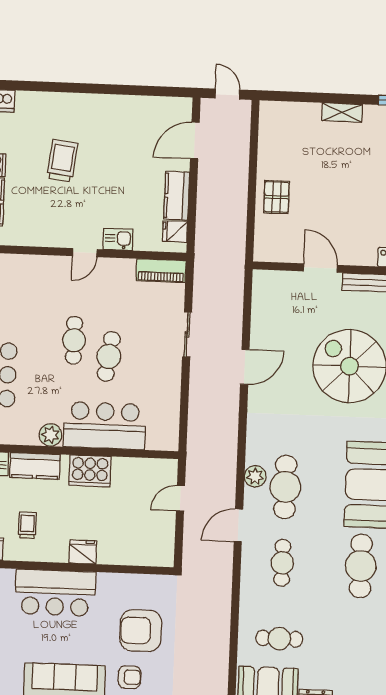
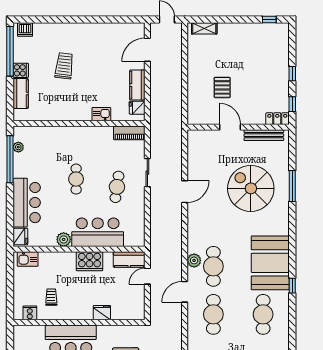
shelving: (342, 113) -> (204, 28), moved
pallet: (277, 197) -> (222, 87), moved
door: (85, 253) -> (81, 123), removed
cafe table: (109, 356) -> (117, 187), moved
kitchen counter: (35, 466) -> (129, 259), moved
fridge: (83, 552) -> (102, 313), moved
cafe table: (282, 563) -> (213, 314), width x1.37, depth x1.35

